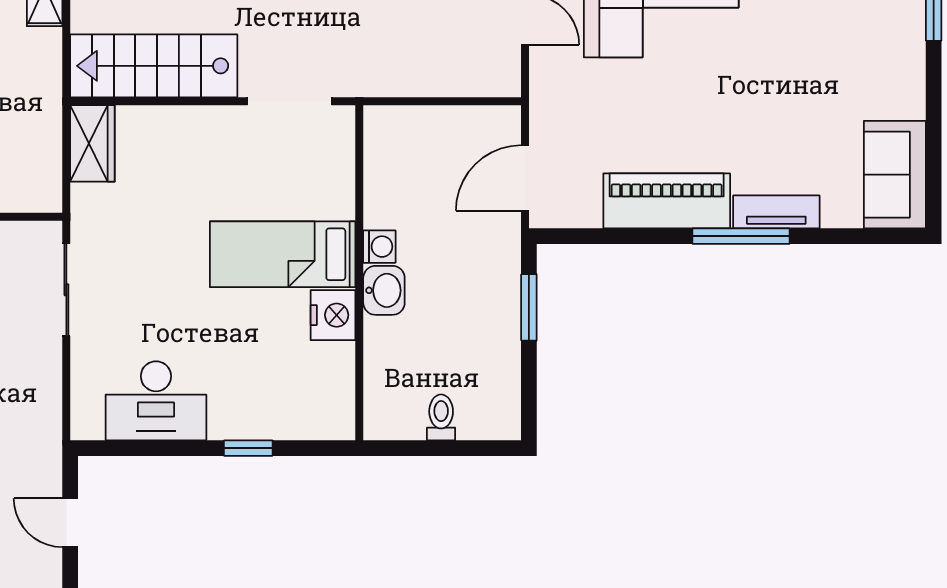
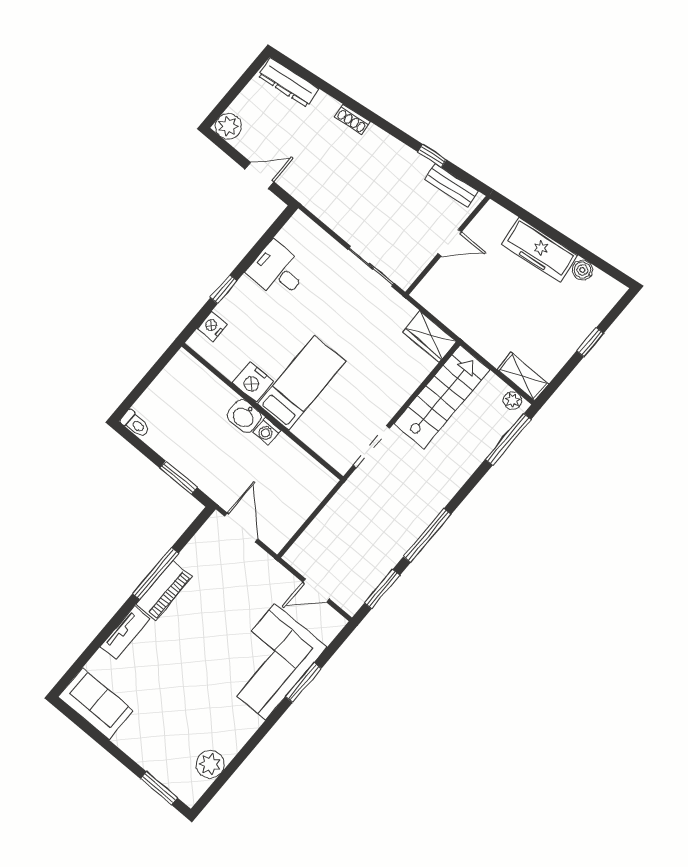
piano: (667, 201) -> (164, 591), width x0.73, depth x0.75
window: (741, 236) -> (155, 574), moved
desk: (156, 401) -> (277, 271), width x0.73
toilet: (441, 417) -> (135, 424), moved
nightstand: (306, 424) -> (212, 326), added

